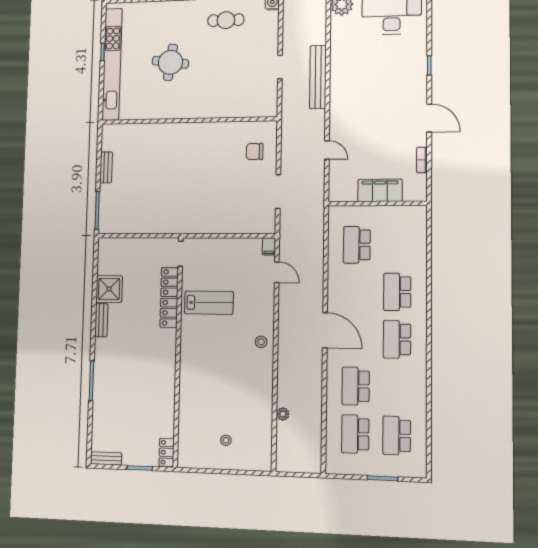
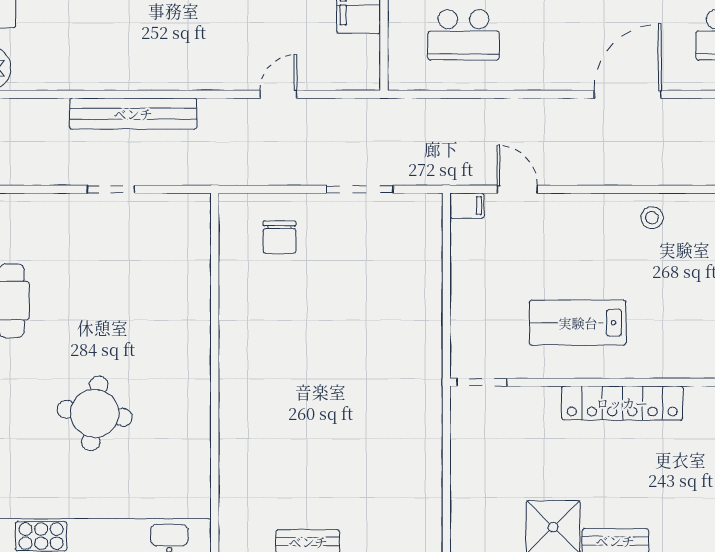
door: (277, 272) -> (517, 189), hinge flipped
locker: (169, 297) -> (622, 403), moved
lab bench: (209, 303) -> (578, 323), turned -90

